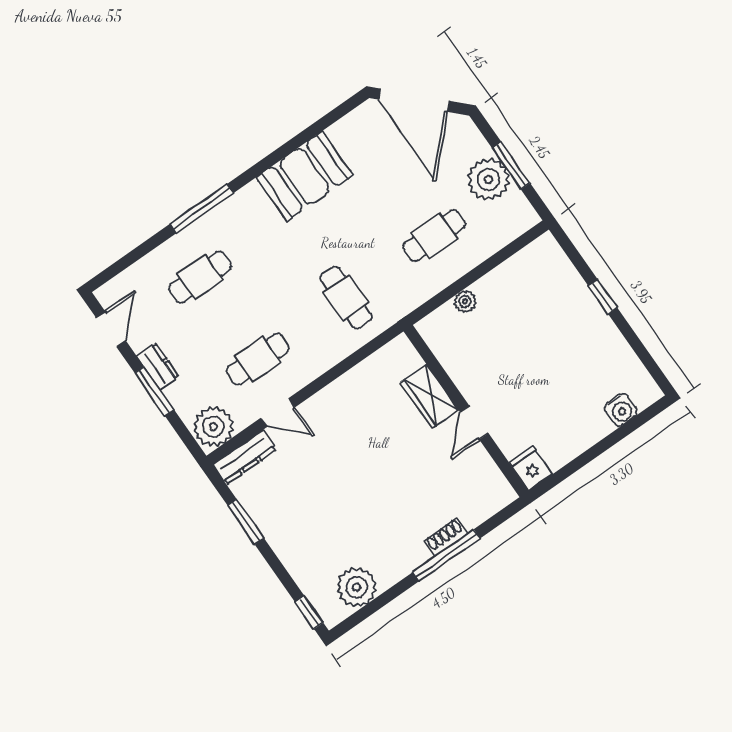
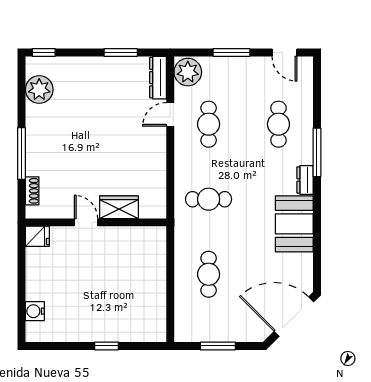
plant: (488, 180) -> (219, 327), removed
plant: (465, 302) -> (159, 265), removed
dresser: (158, 366) -> (305, 180), moved, turned 90
shoe rack: (446, 537) -> (32, 191), moved

